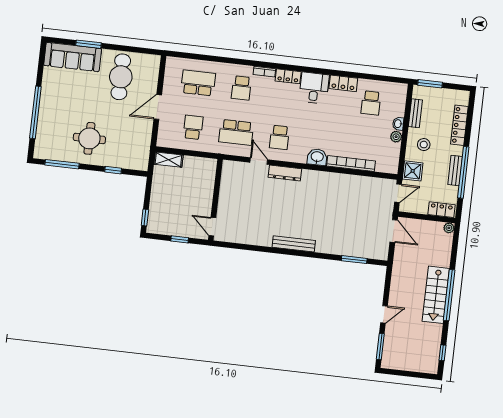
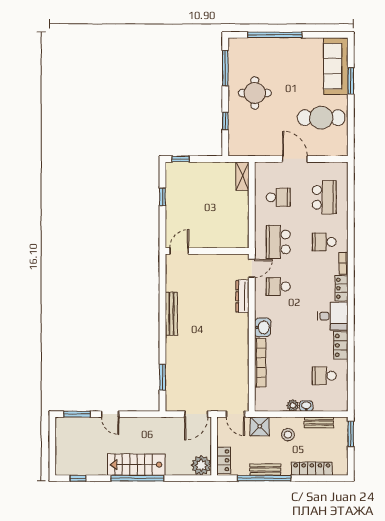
wall: (215, 200) -> (207, 251), moved
door: (212, 227) -> (179, 251), moved
plant: (449, 228) -> (201, 465), width x1.88, depth x1.88

